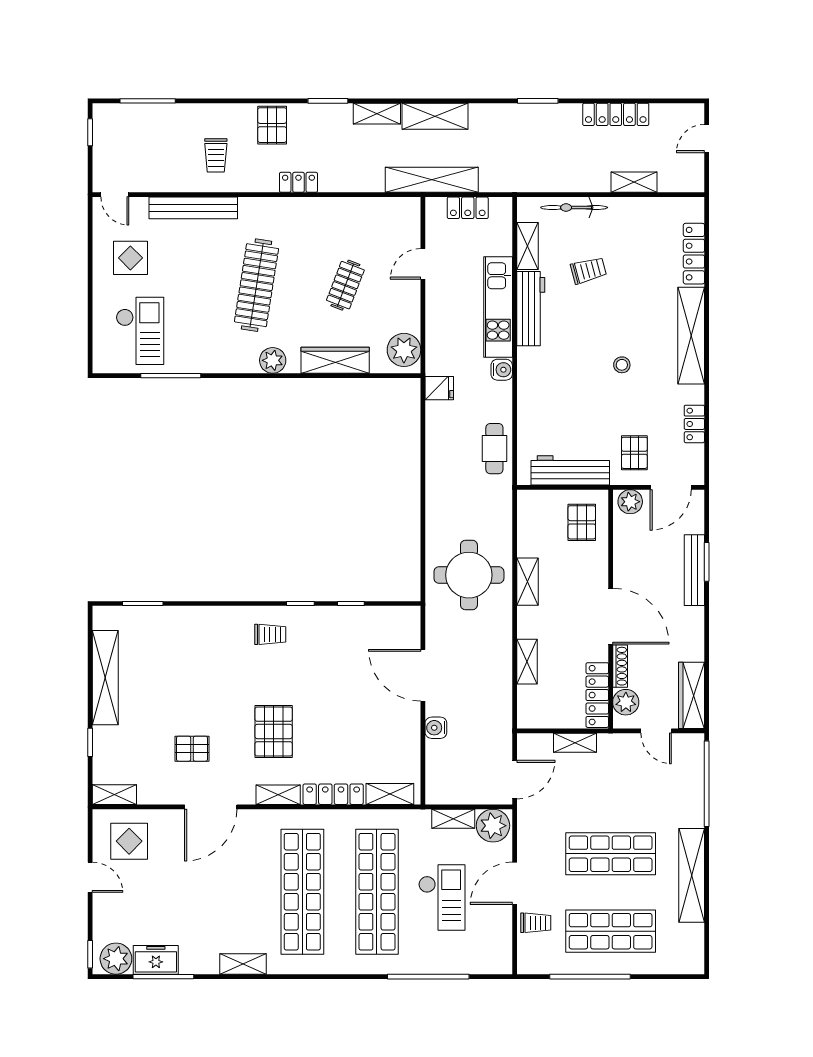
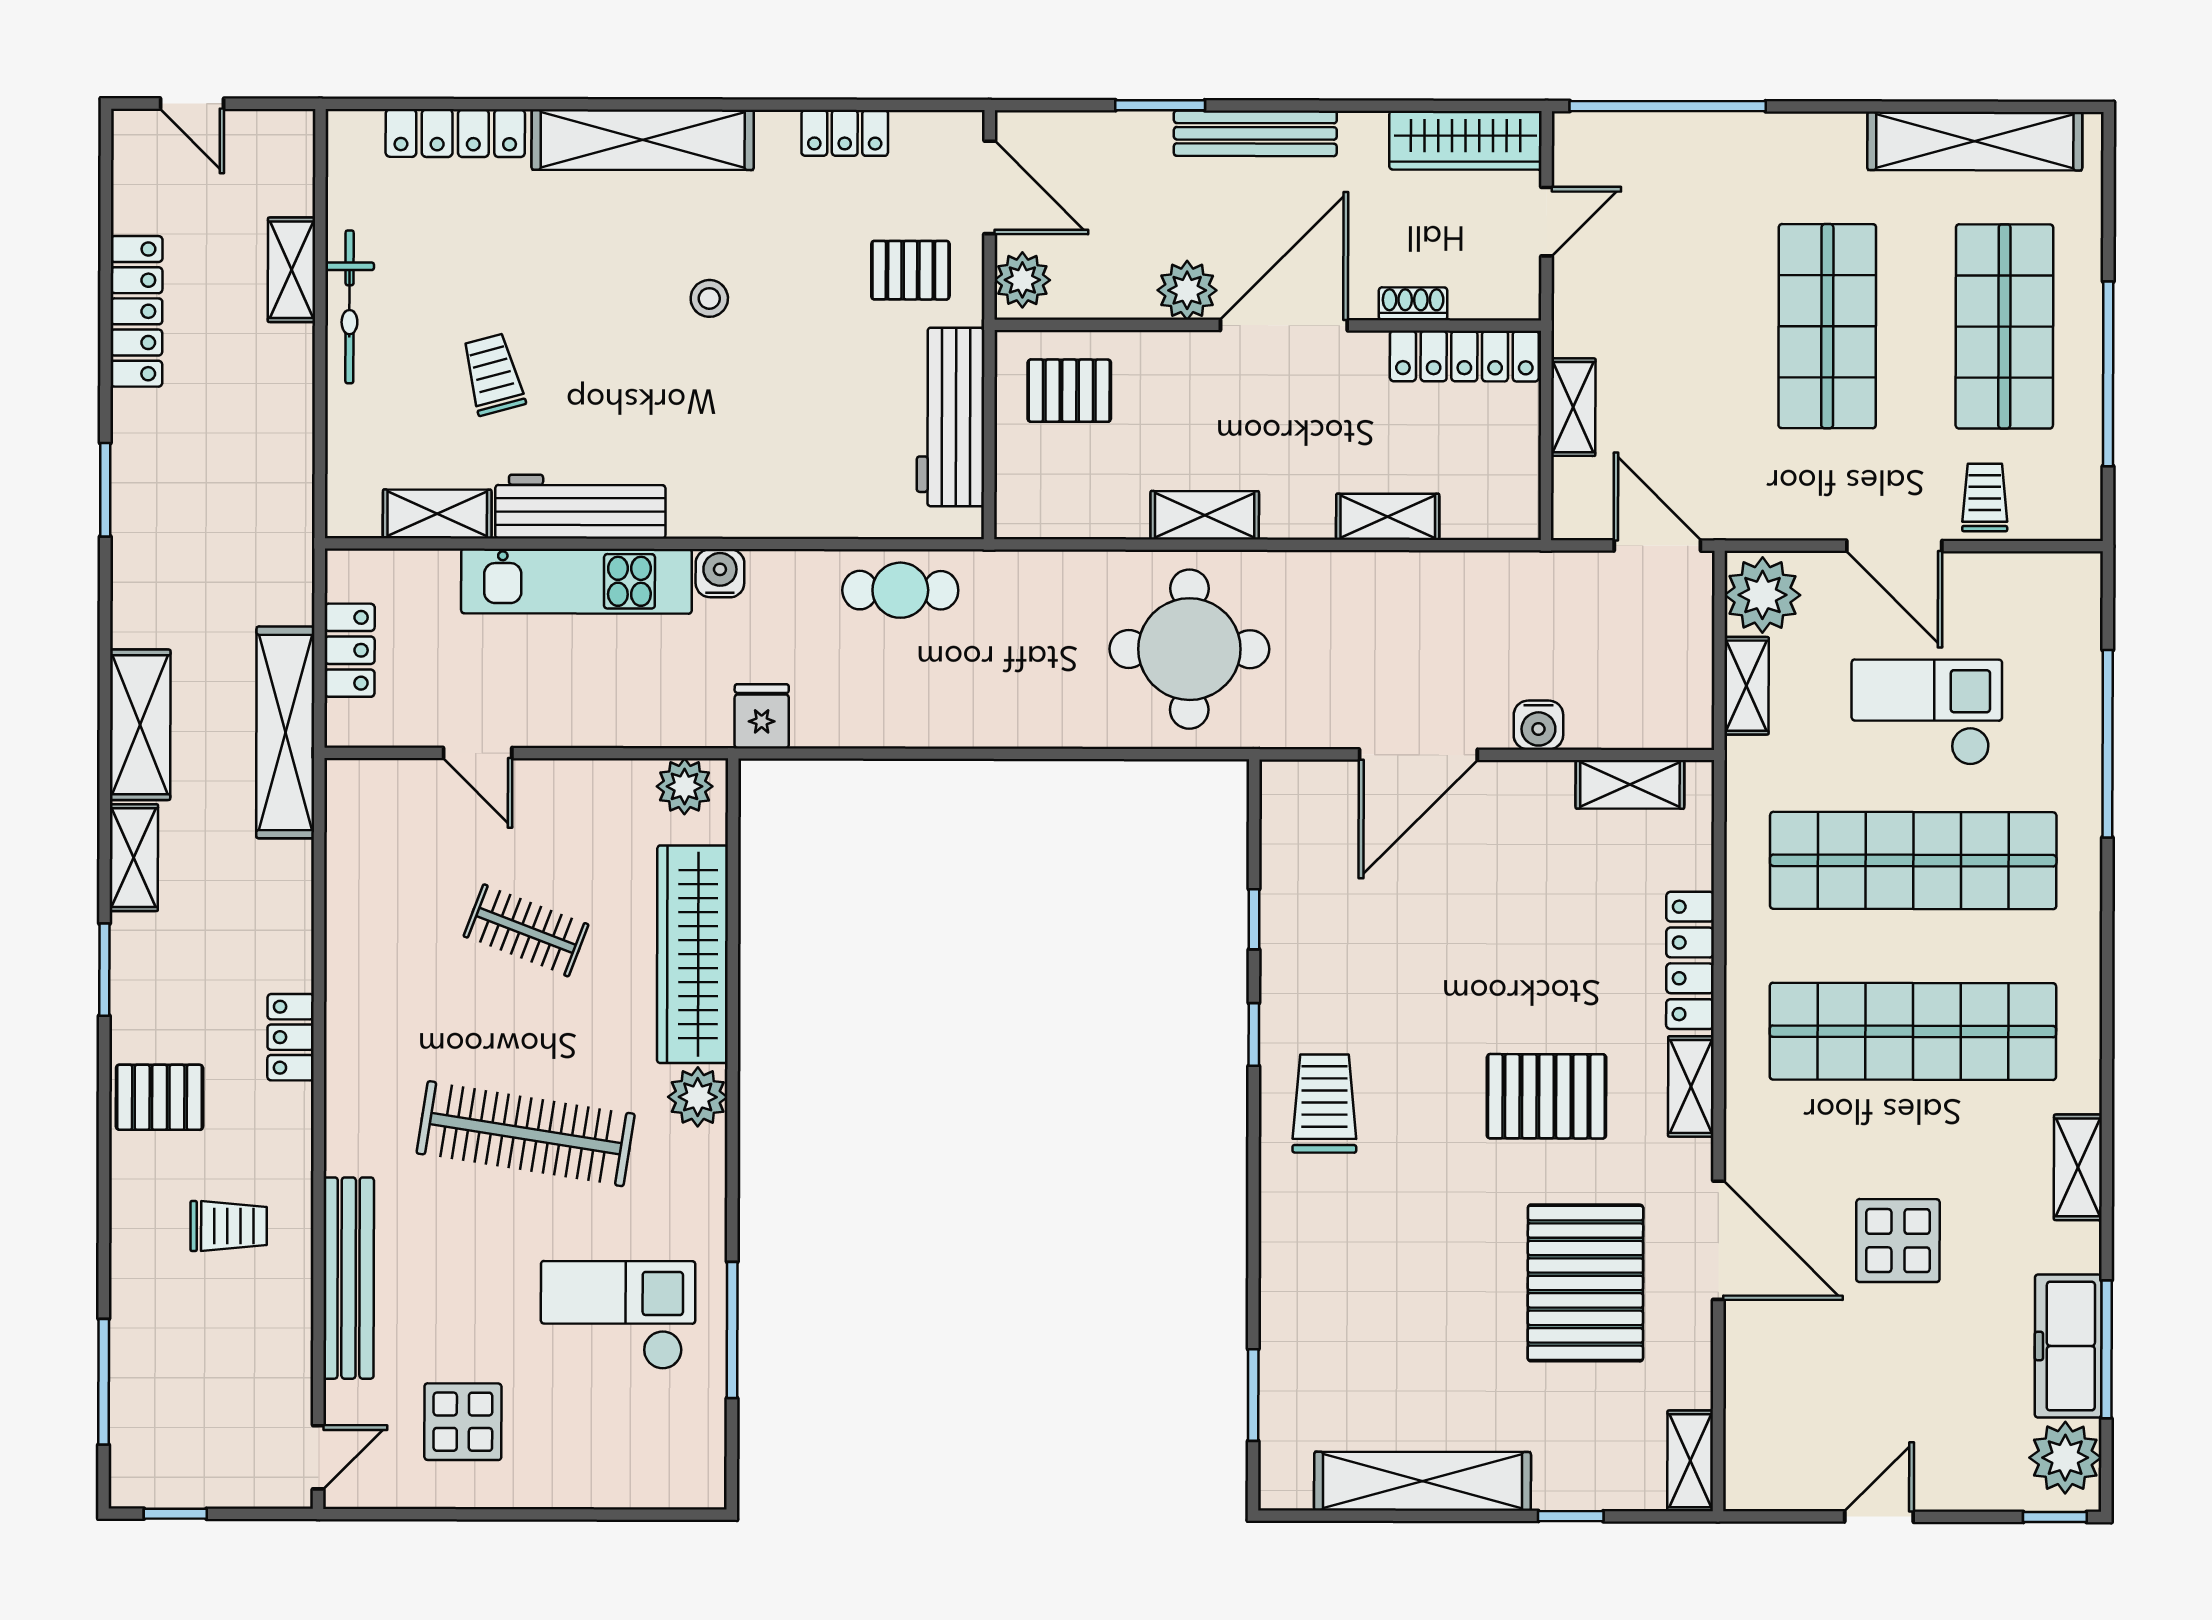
bicycle: (574, 208) -> (349, 307), moved
checkout: (140, 331) -> (618, 1315), moved
plant: (404, 350) -> (685, 786), width x0.73, depth x0.73
wardrobe: (335, 360) -> (692, 954), width x1.40, depth x1.17
bench: (694, 570) -> (1255, 133), moved
trolley: (270, 634) -> (1324, 1104), width x1.36, depth x1.39
shoe rack: (620, 666) -> (1413, 304), width x0.70
plant: (626, 702) -> (1187, 290), moved
pallet: (192, 749) -> (1585, 1283), width x2.05, depth x2.00
shelving: (390, 794) -> (1630, 784), moved, turned 90
display table: (129, 841) -> (1898, 1241), moved
shelving: (692, 875) -> (1975, 141), moved
freezer: (156, 960) -> (2068, 1346), width x1.40

